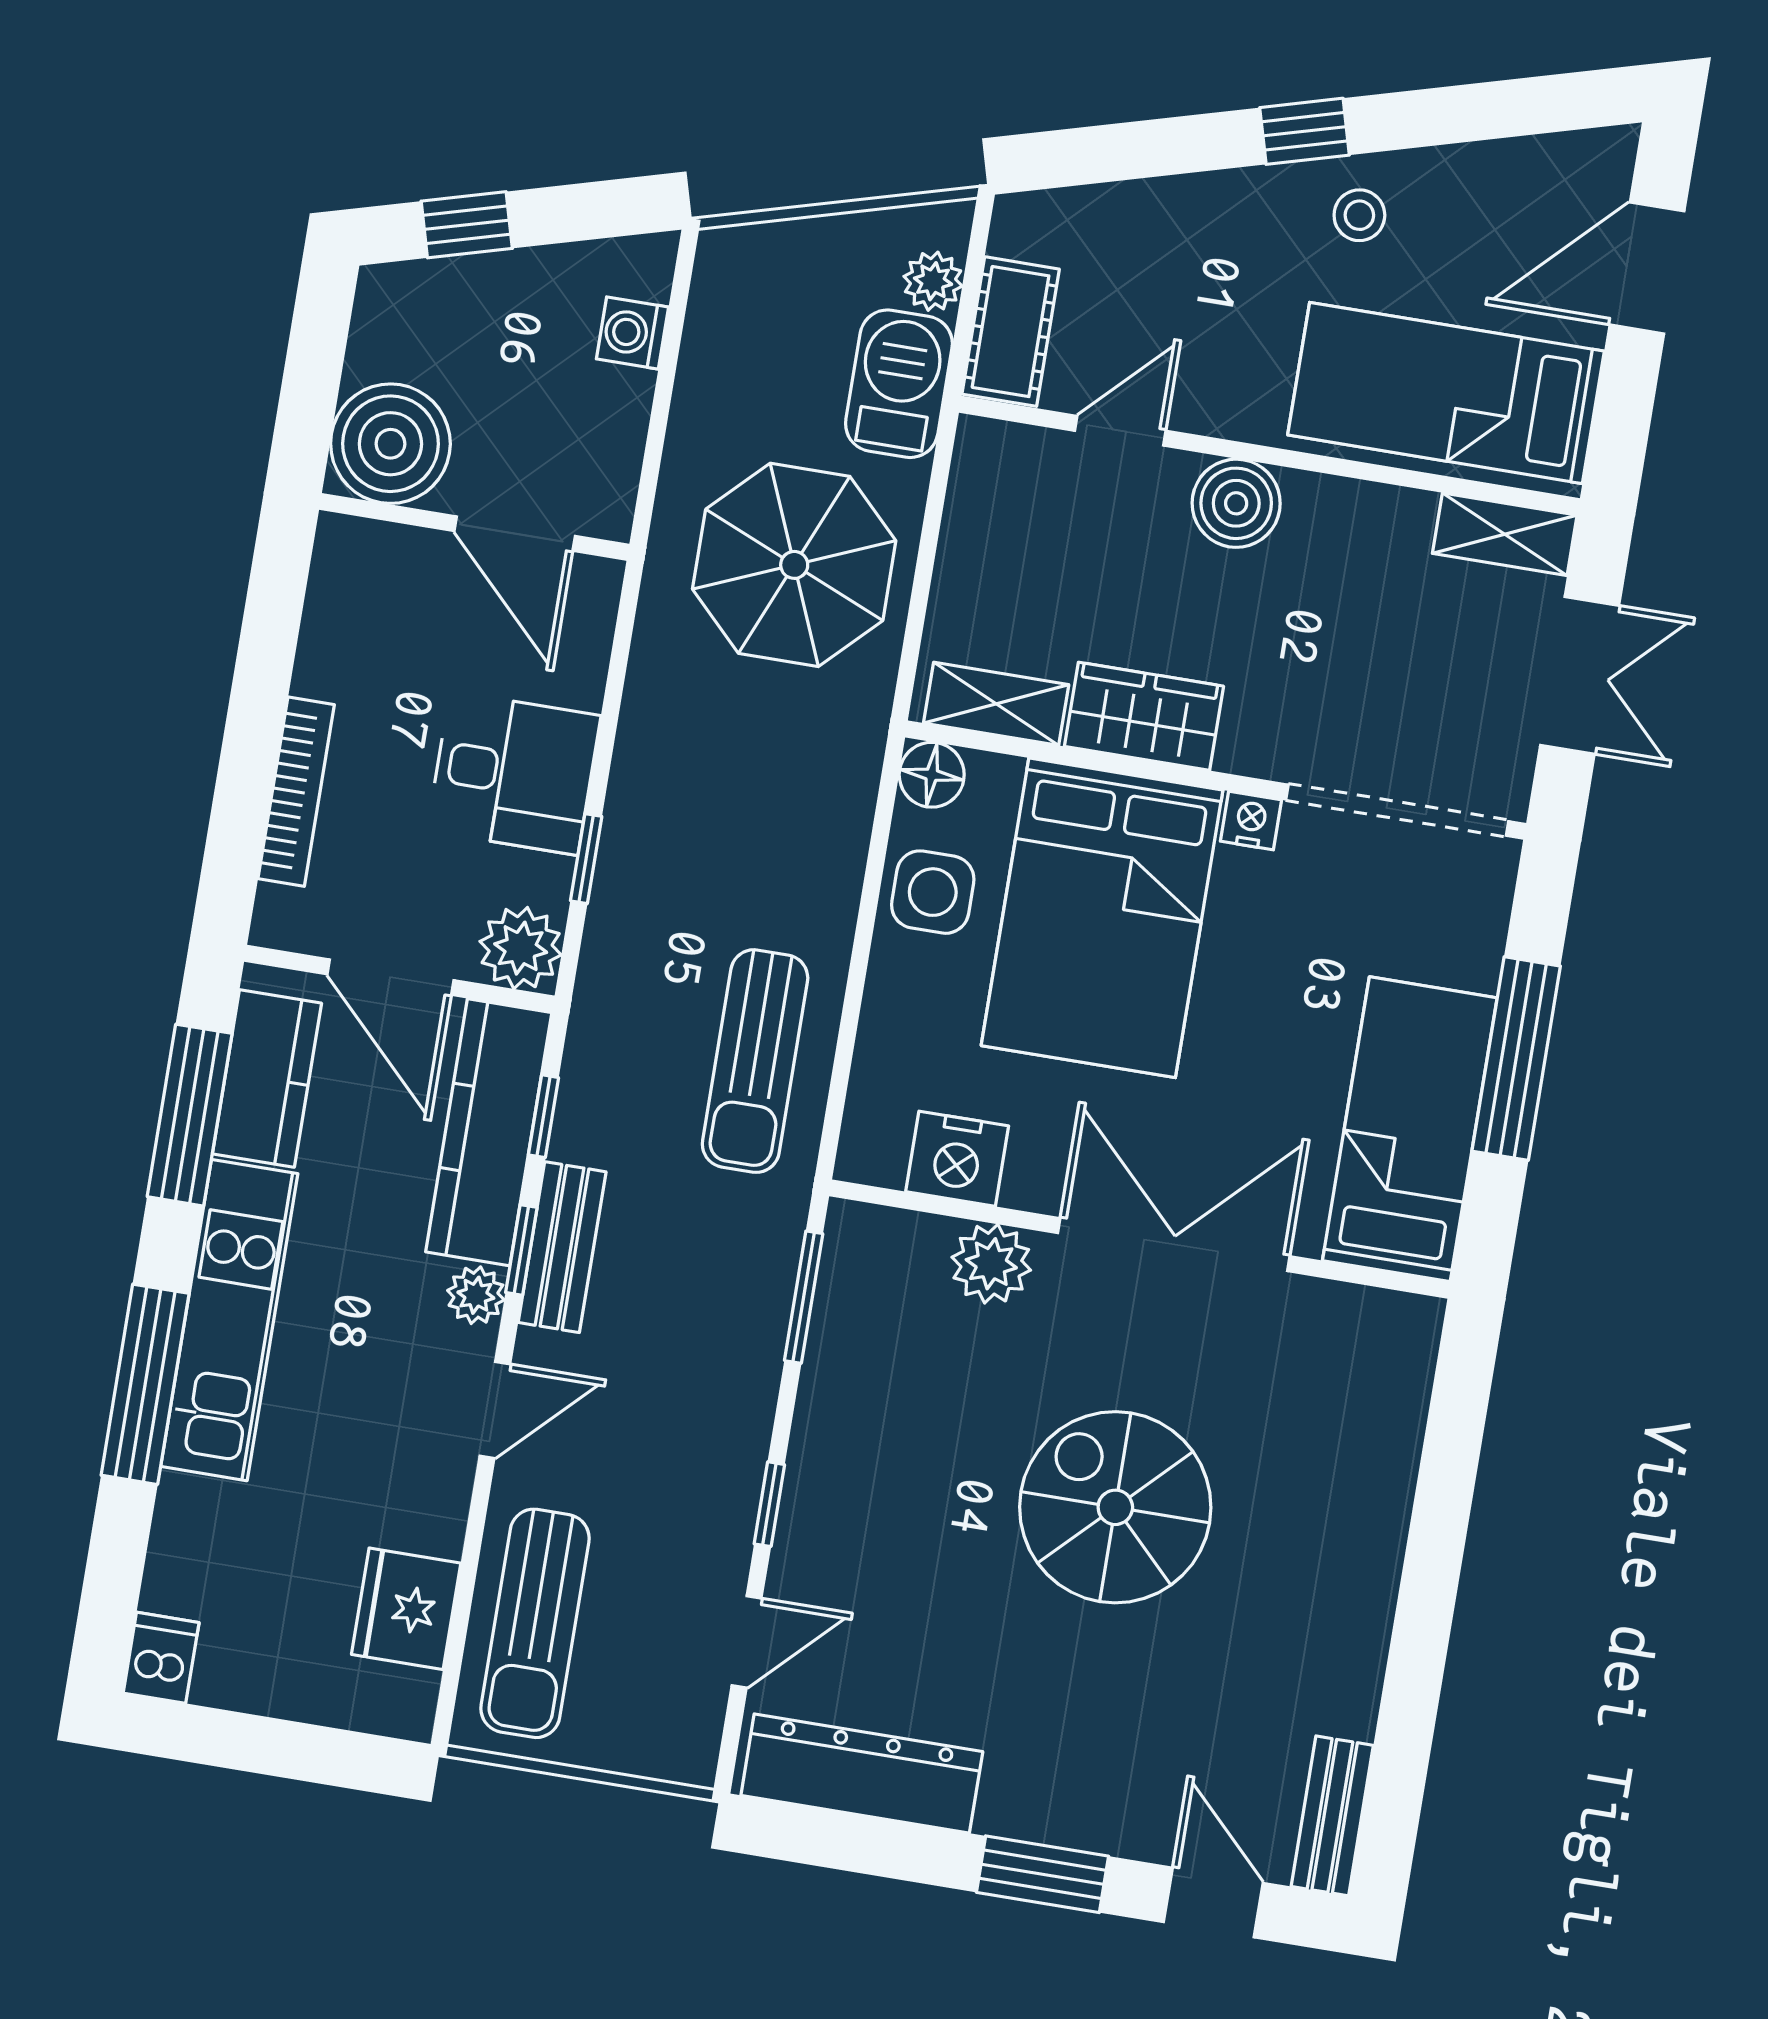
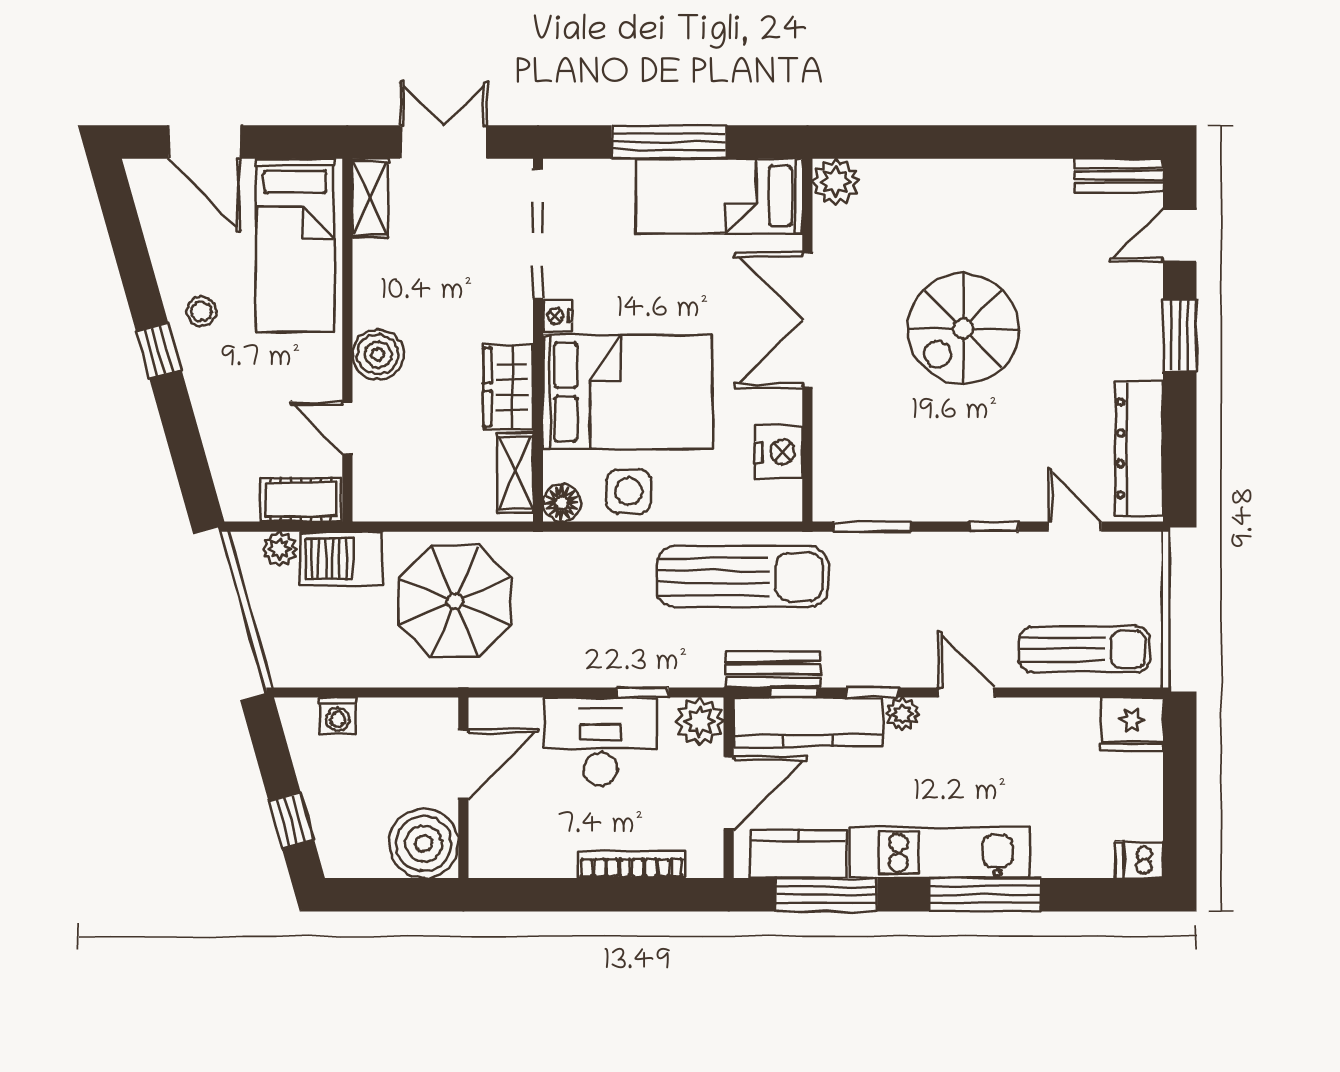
desk: (514, 773) -> (600, 742), width x1.37
sun lounger: (755, 1061) -> (742, 577), width x1.36, depth x1.34
bench: (562, 1247) -> (773, 669), moved
plant: (991, 1264) -> (836, 182), moved
fridge: (406, 1609) -> (1132, 724), moved

